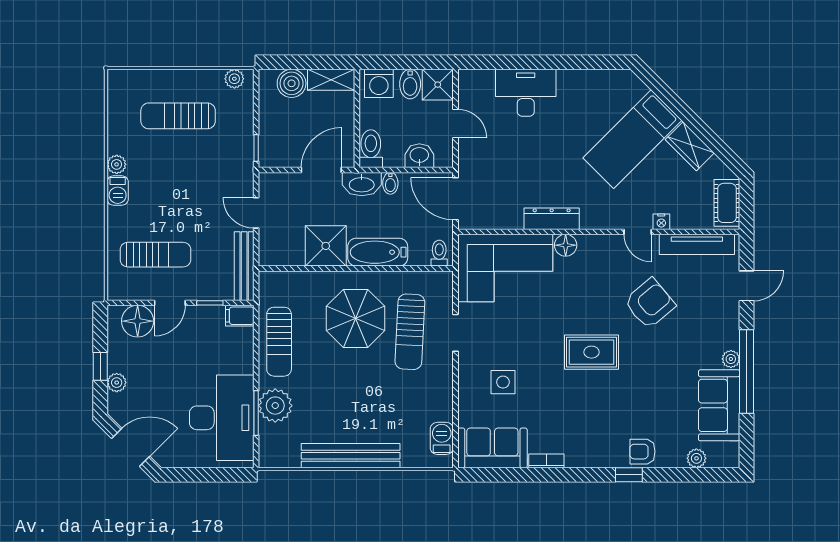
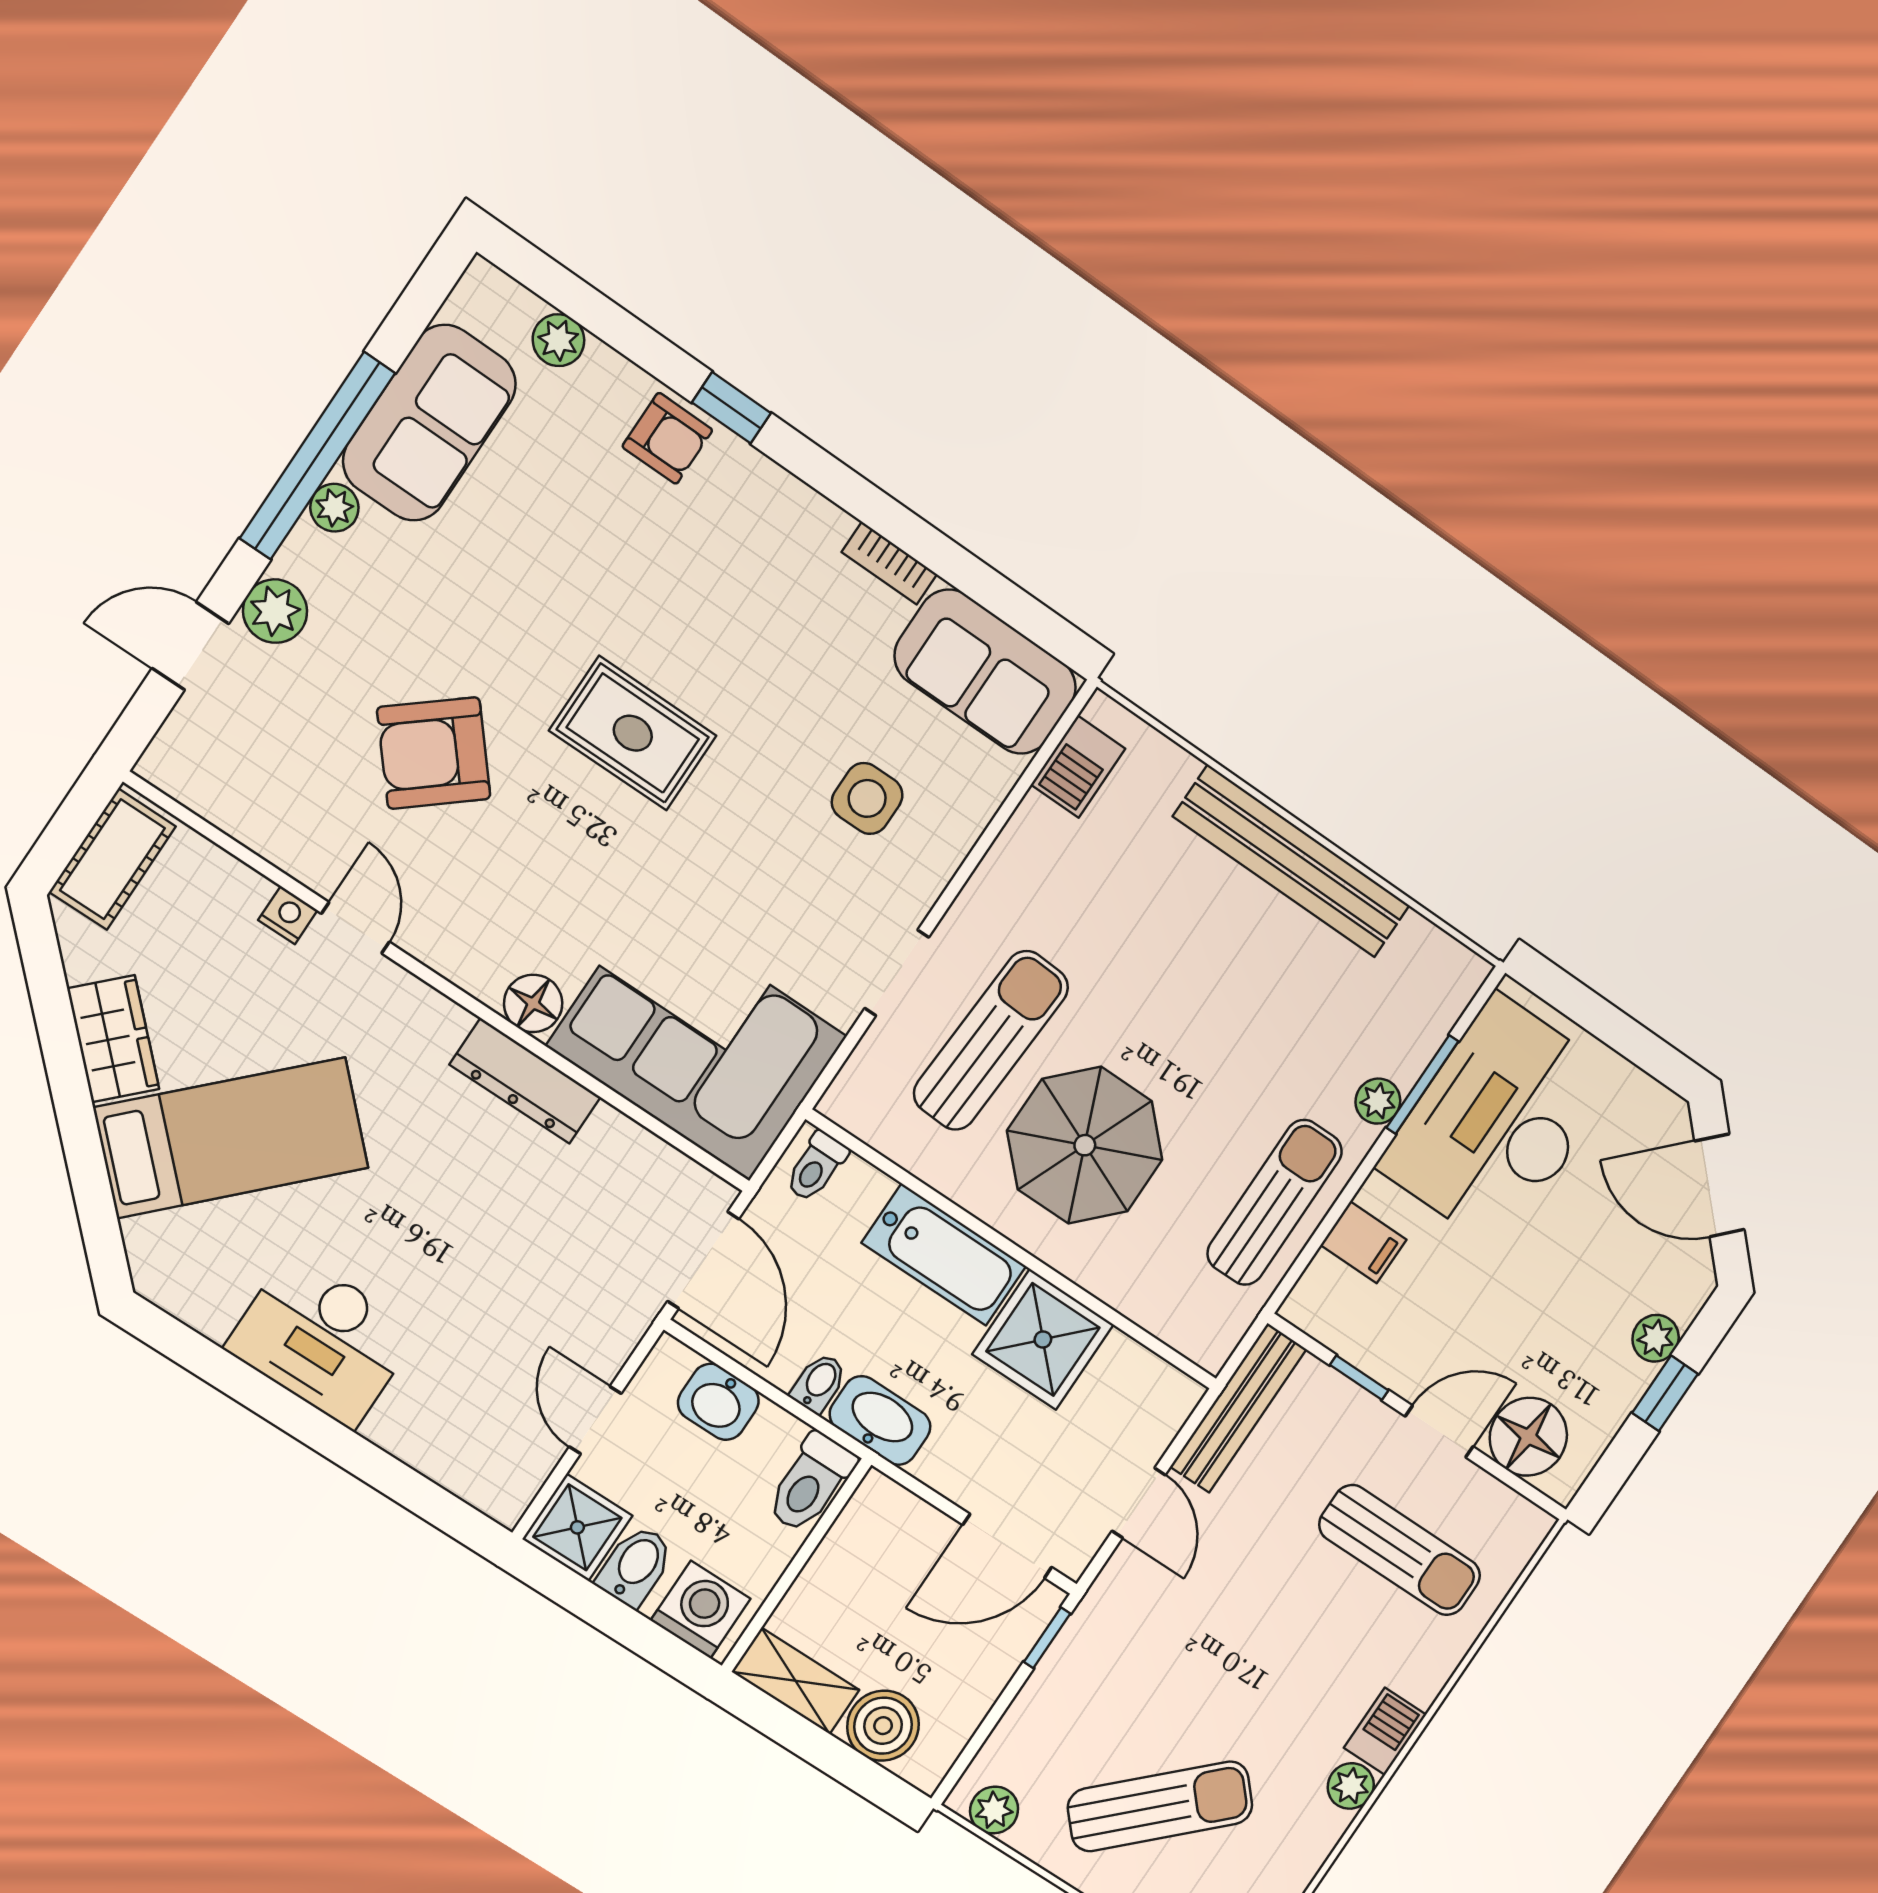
desk: (526, 93) -> (322, 1340), moved
sun lounger: (178, 116) -> (1160, 1806), turned -43
door: (321, 170) -> (1007, 1546), moved
tv unit: (697, 244) -> (241, 813), removed
sun lounger: (155, 255) -> (1400, 1550), turned 180
plant: (728, 314) -> (275, 611), added
filing cabinet: (240, 316) -> (1363, 1242), moved
plant: (275, 406) -> (1378, 1101), width x0.53, depth x0.53

